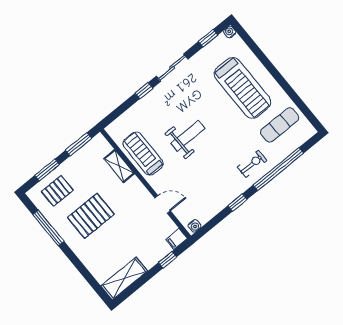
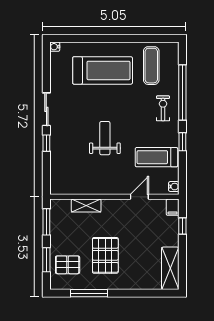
window: (208, 38) -> (46, 66), removed
treadmill: (143, 153) -> (156, 157), moved
pallet: (57, 191) -> (68, 265), turned 90

